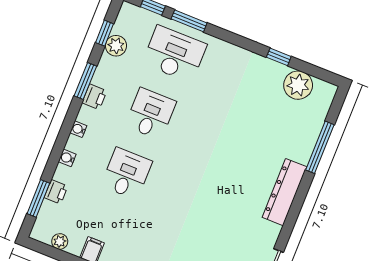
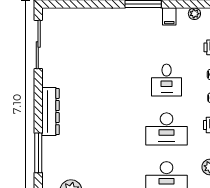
desk: (151, 114) -> (167, 129), width x1.37

